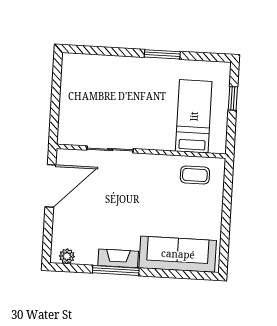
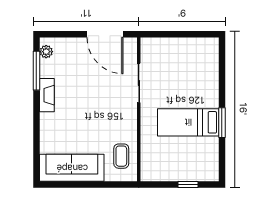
bed: (194, 116) -> (188, 122), moved, turned 180
sofa: (178, 254) -> (72, 168), moved, turned -90
window: (116, 271) -> (36, 71), moved

